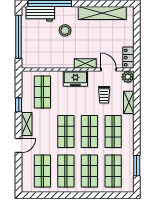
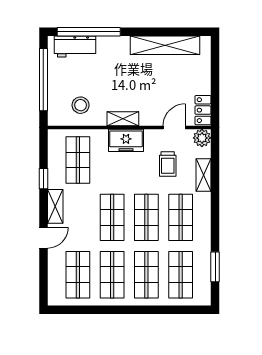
stool: (65, 30) -> (81, 105), moved
shelving: (85, 64) -> (123, 119), moved
door: (109, 70) -> (174, 127), hinge flipped

